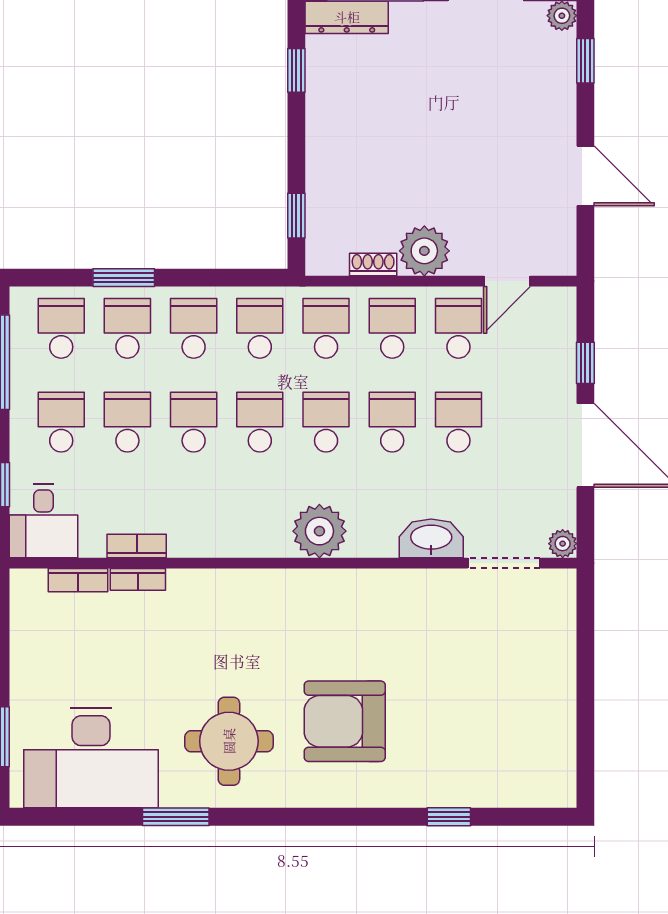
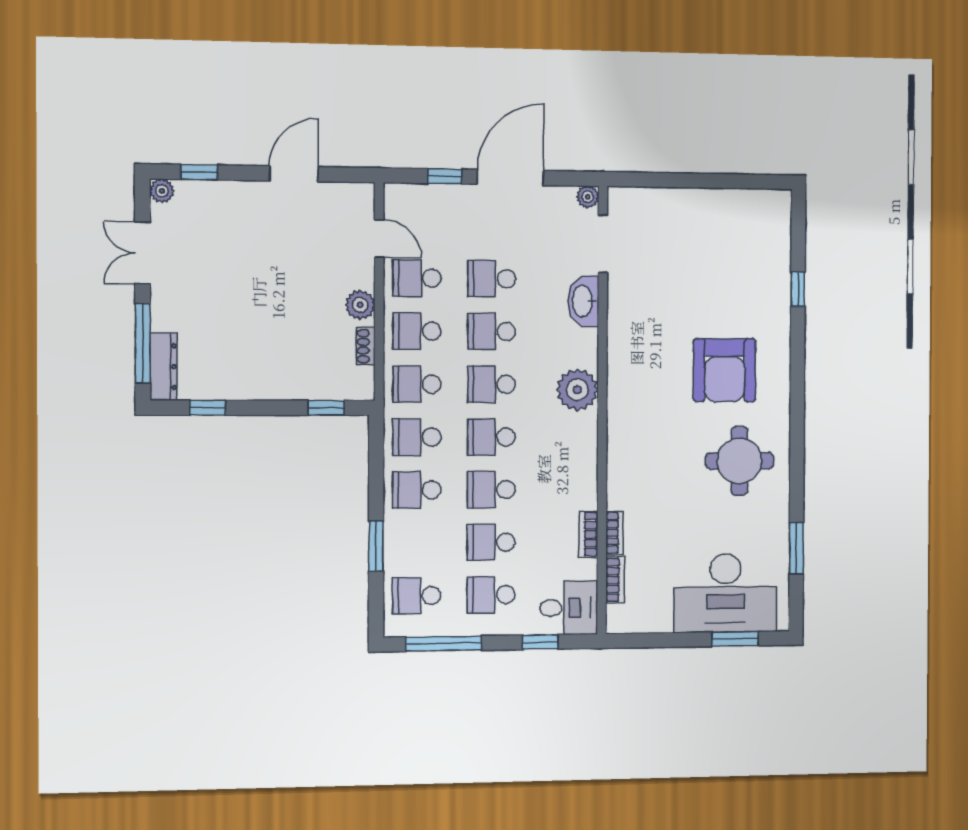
plant: (424, 251) -> (360, 305), width x0.73, depth x0.73
school desk: (127, 328) -> (417, 543), removed
desk: (91, 758) -> (725, 593), moved, turned 90
window: (176, 817) -> (796, 548), moved

